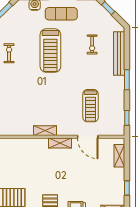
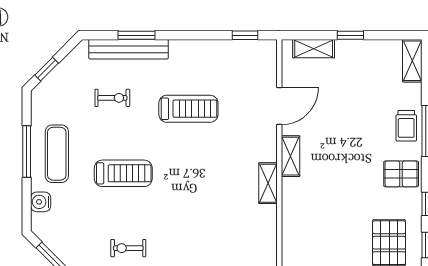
treadmill: (50, 51) -> (123, 173), width x0.73, depth x0.73
window: (127, 80) -> (136, 35), moved
treadmill: (91, 106) -> (188, 109), moved
window: (127, 188) -> (350, 35), moved

